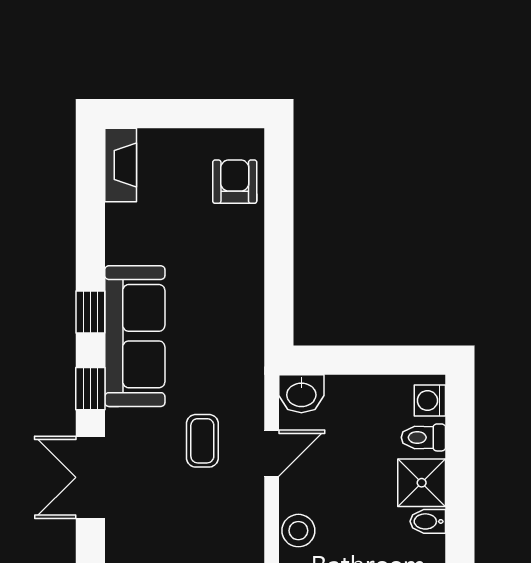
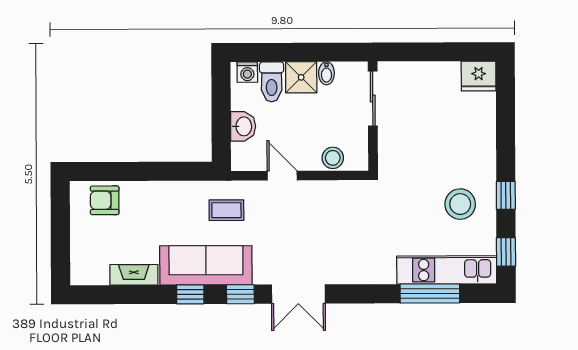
fireplace: (121, 165) -> (134, 275), moved
washbasin: (301, 394) -> (243, 126), moved
toilet: (423, 437) -> (272, 82), width x1.37, depth x1.39
coffee table: (202, 441) -> (226, 210), moved

